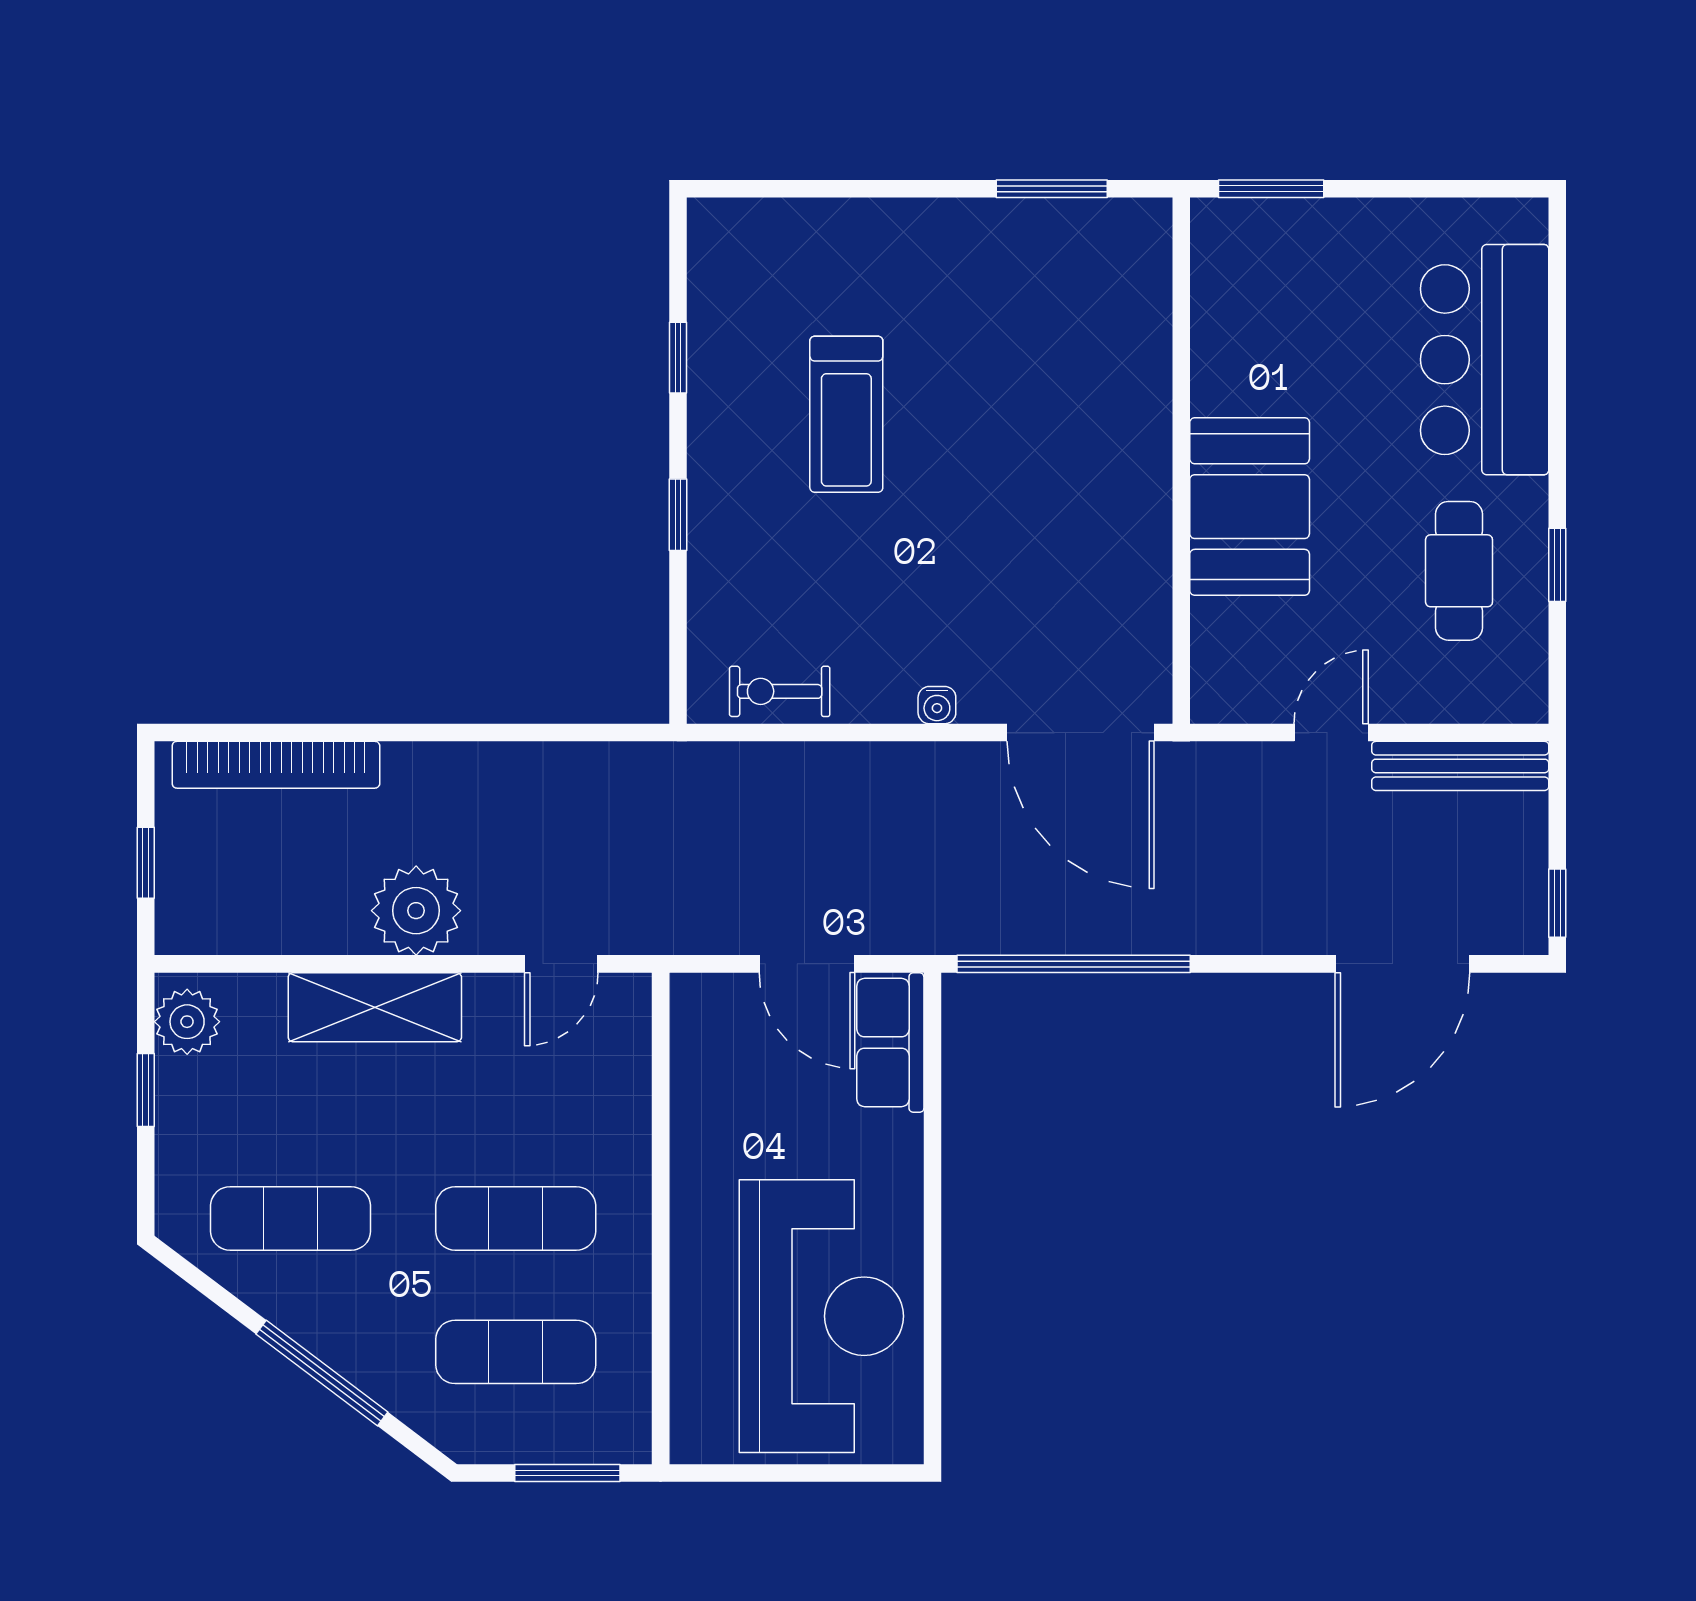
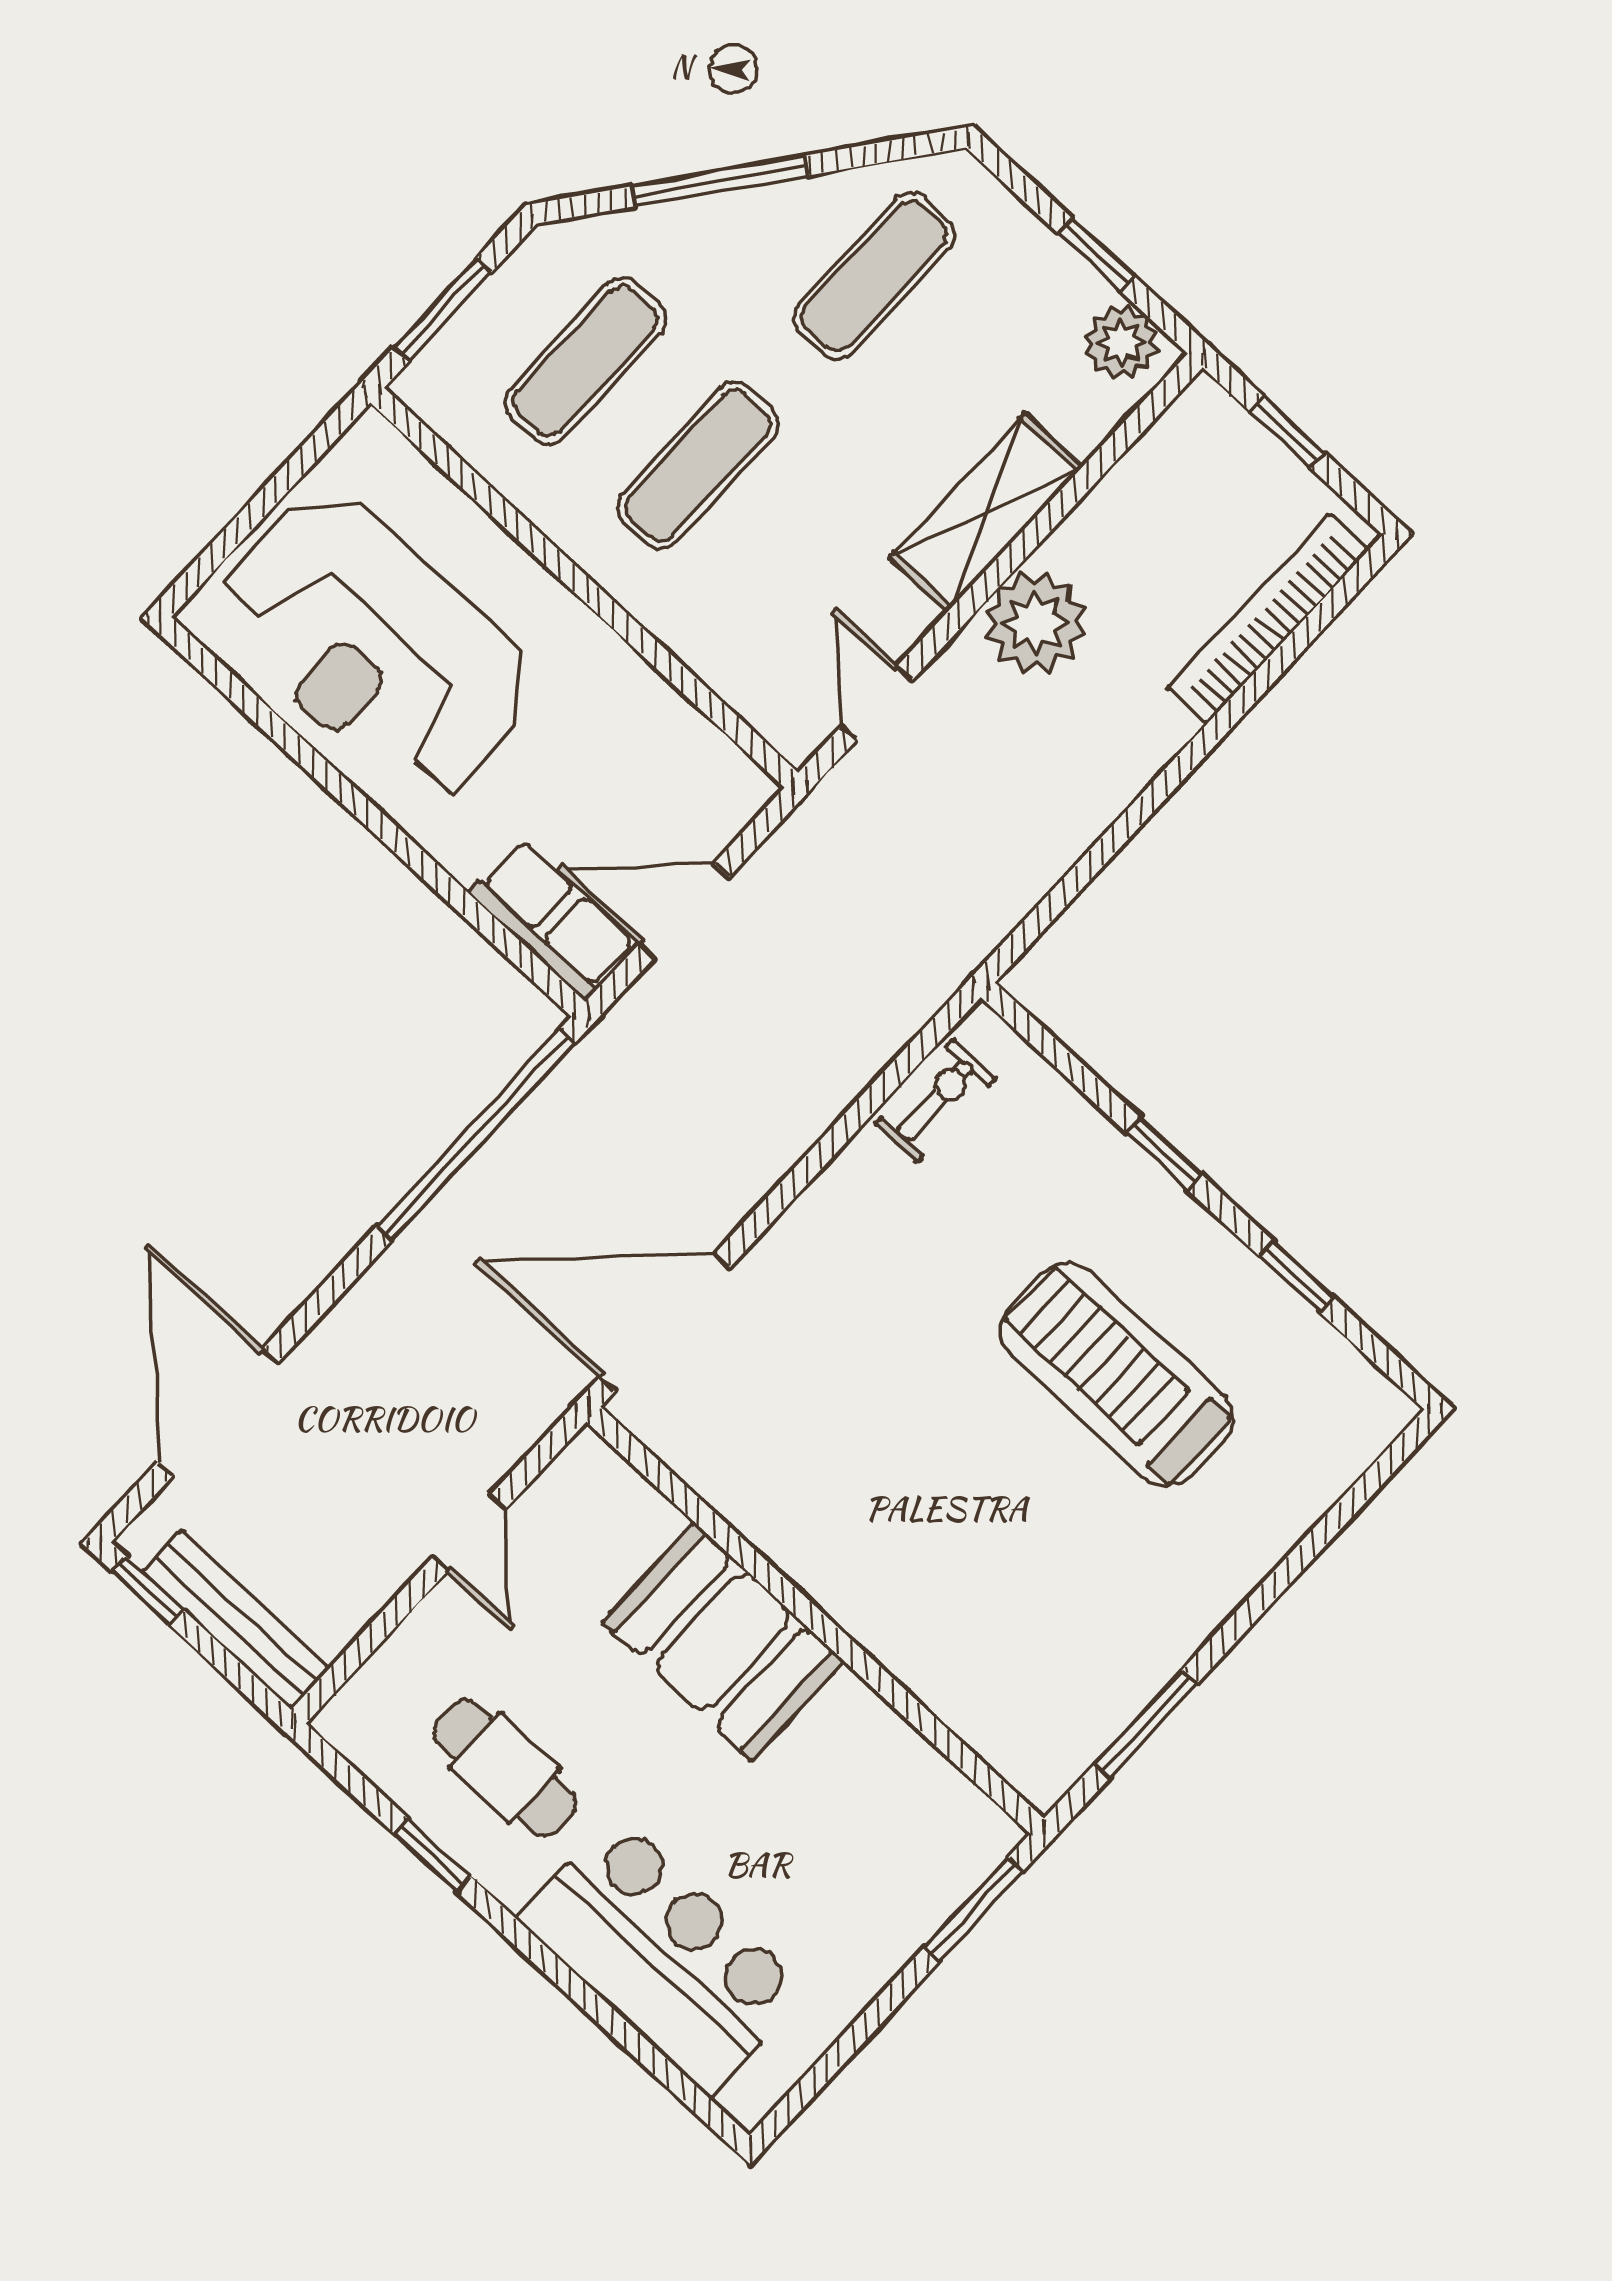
treadmill: (846, 414) -> (1117, 1374), width x1.37, depth x1.38
water cooler: (937, 705) -> (801, 1223), removed
bench: (1460, 766) -> (236, 1620), moved, turned 90

